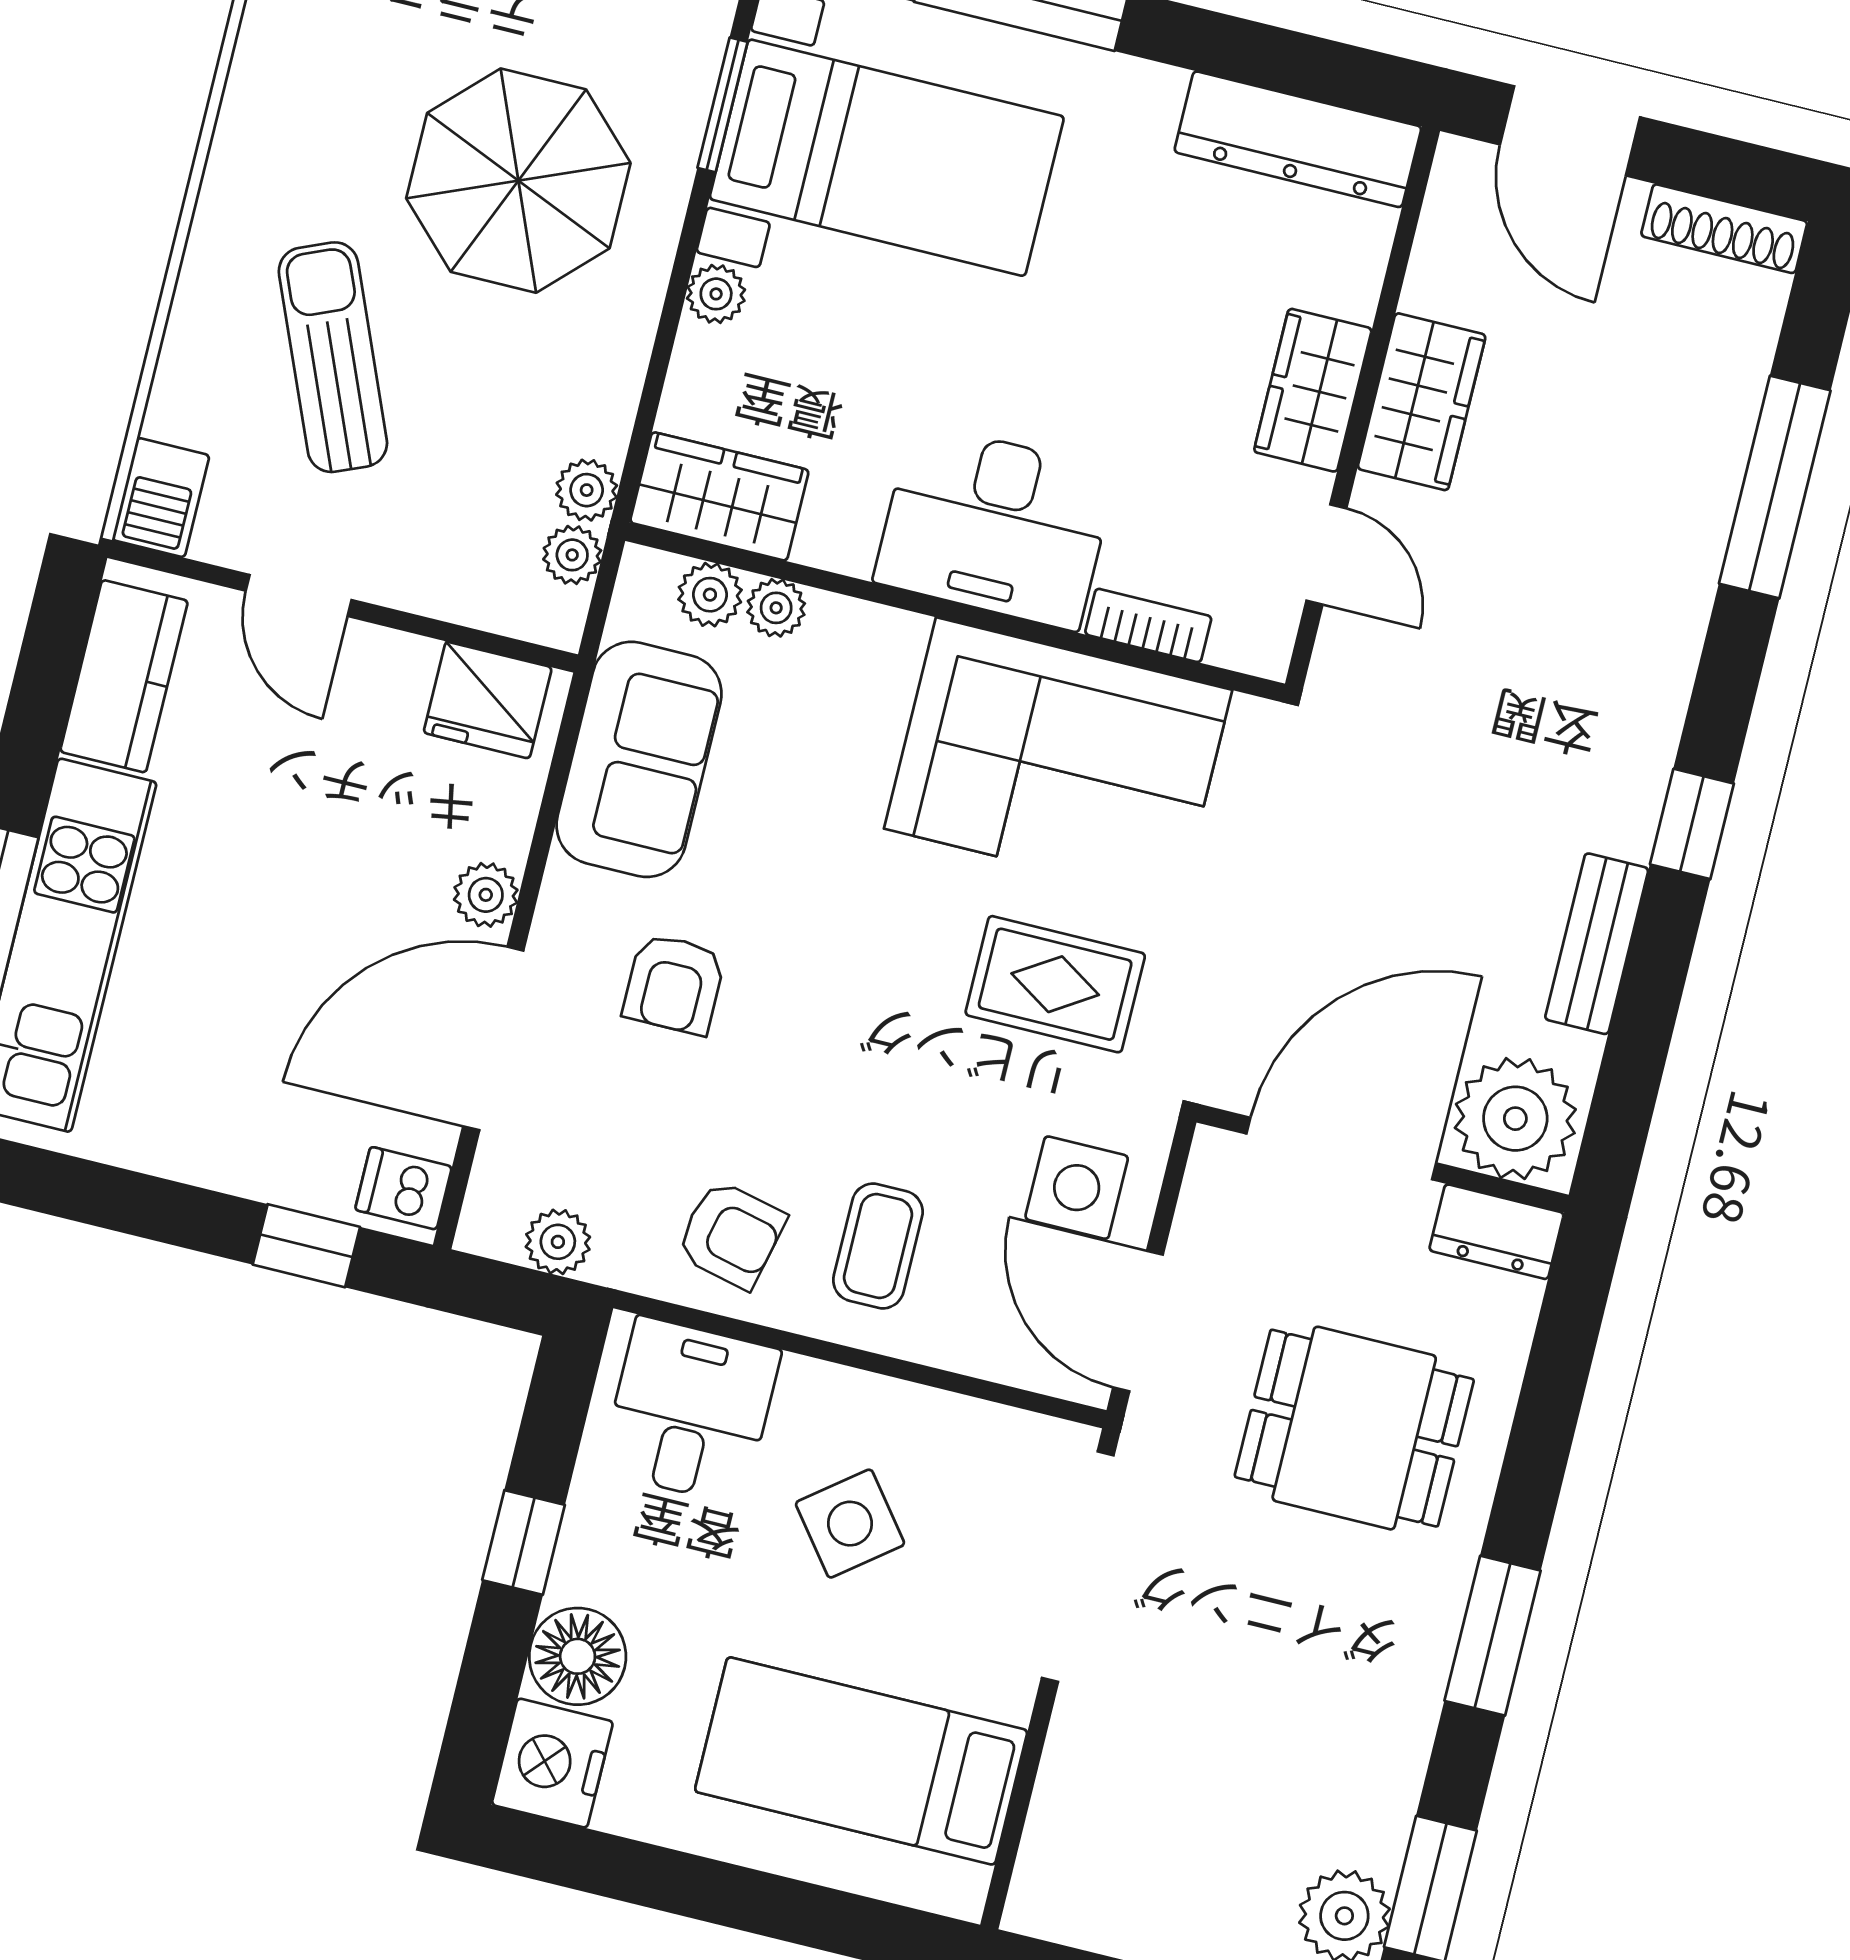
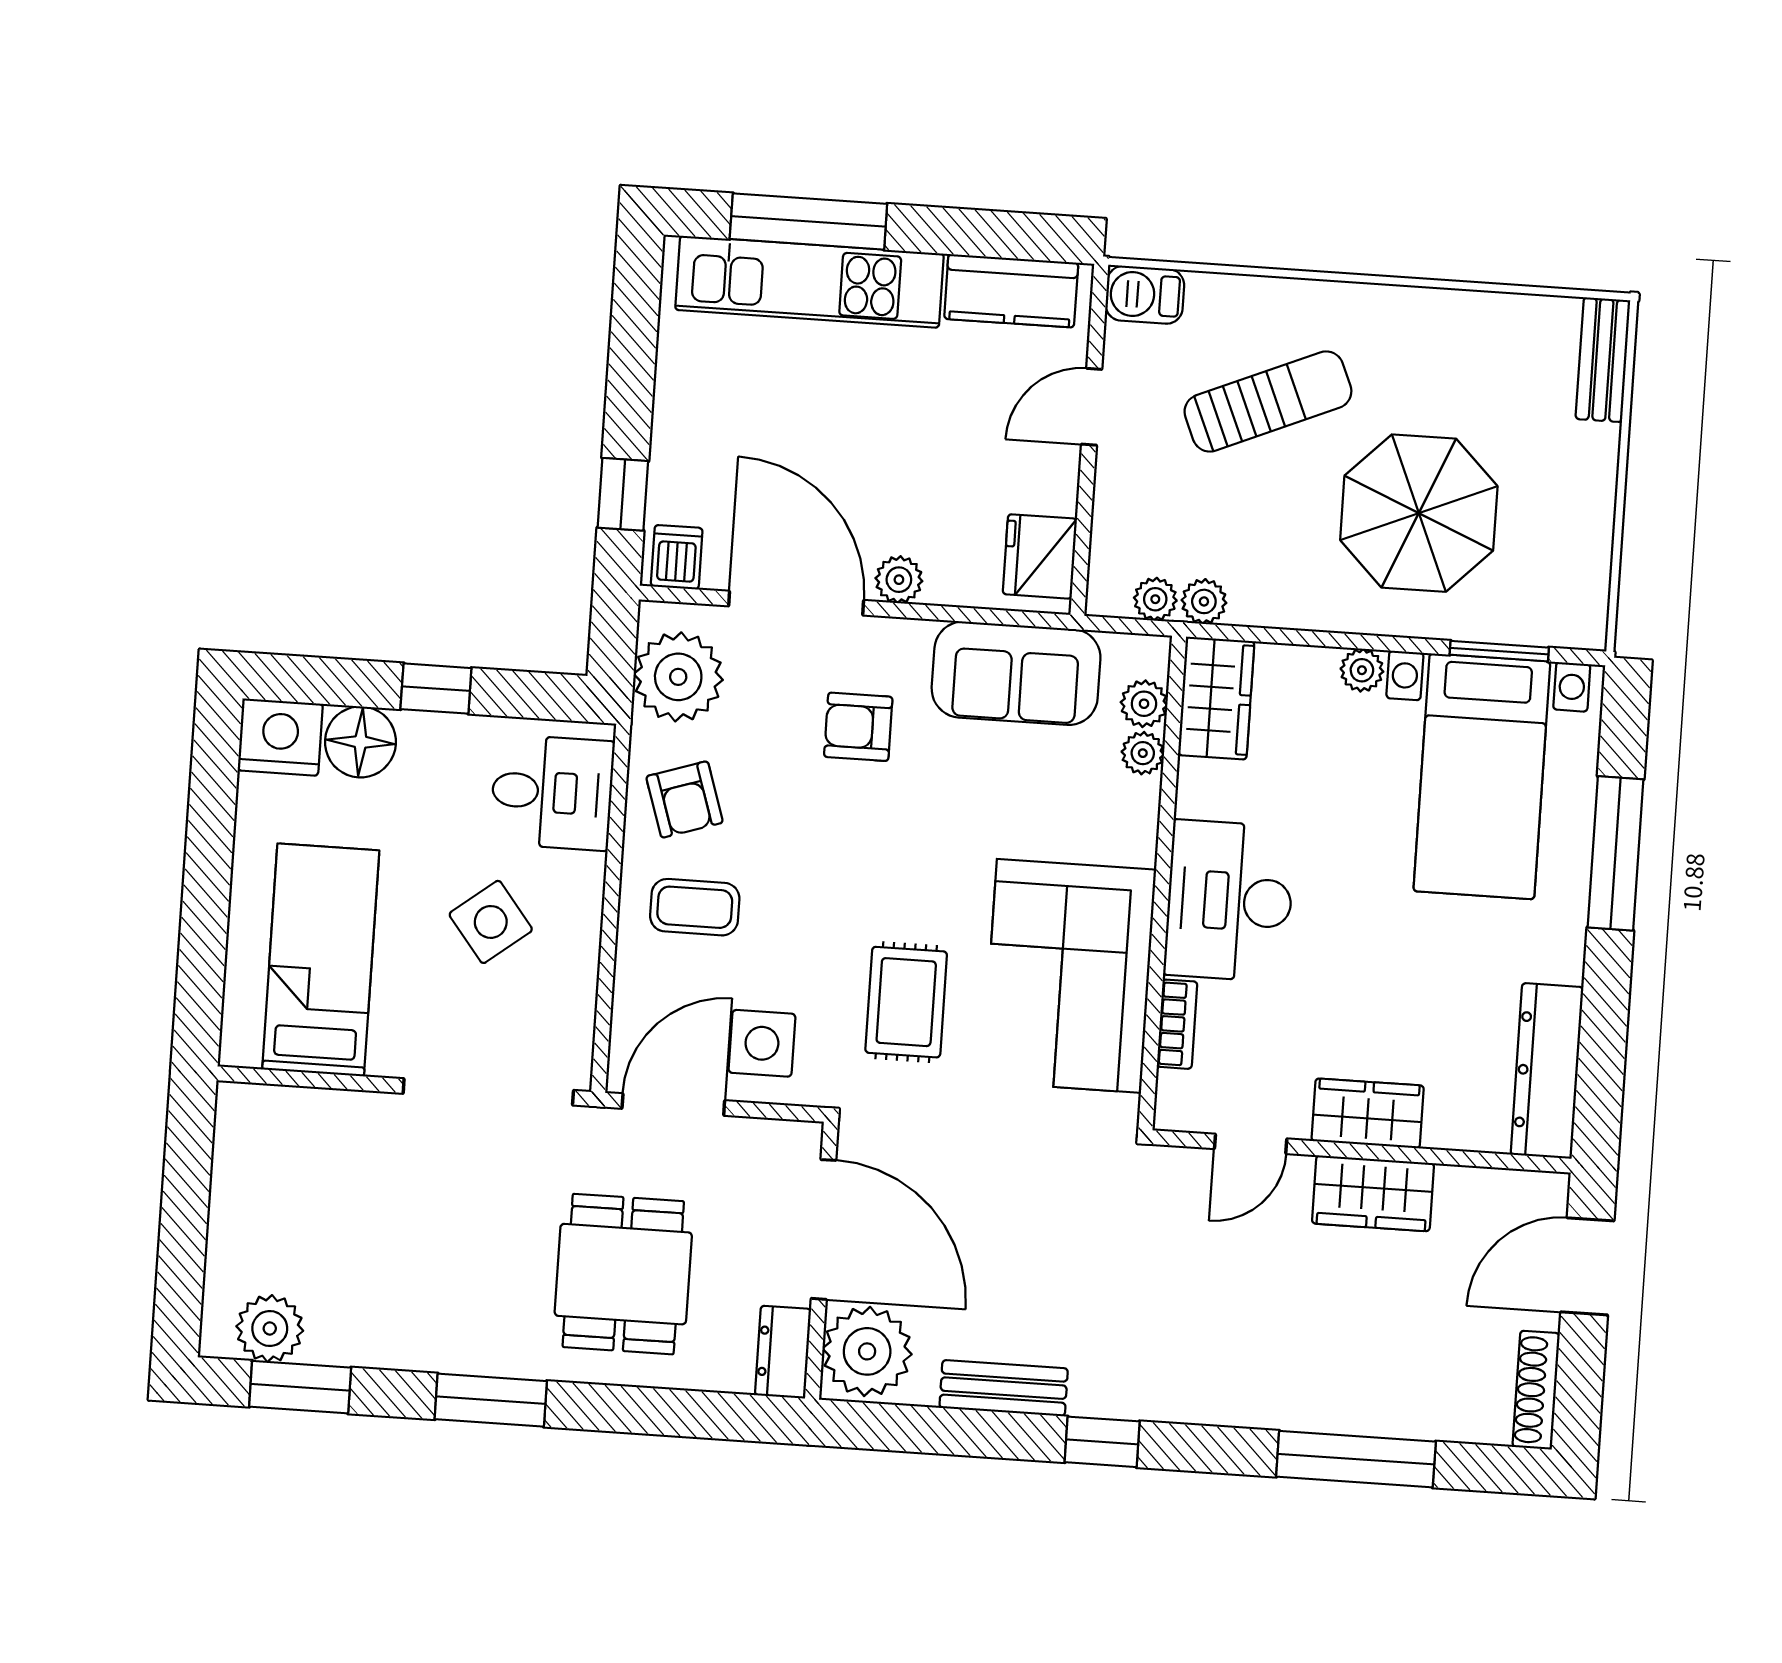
armchair: (731, 1234) -> (685, 799), turned -31
plant: (558, 1242) -> (678, 677), width x1.87, depth x1.87

